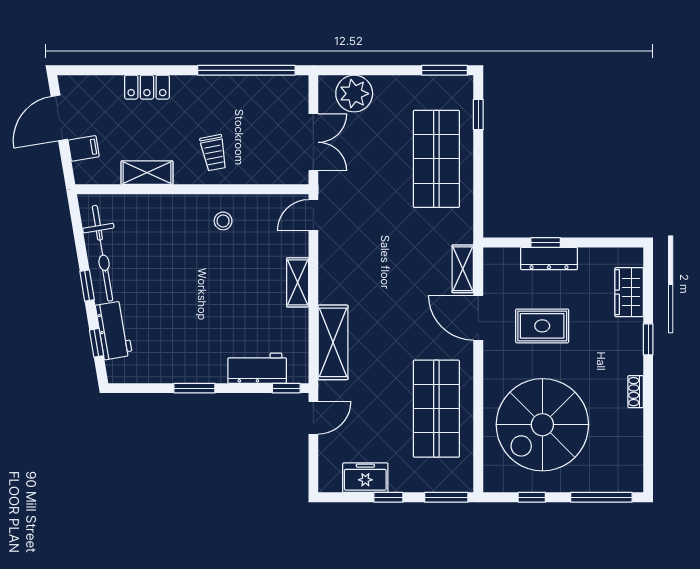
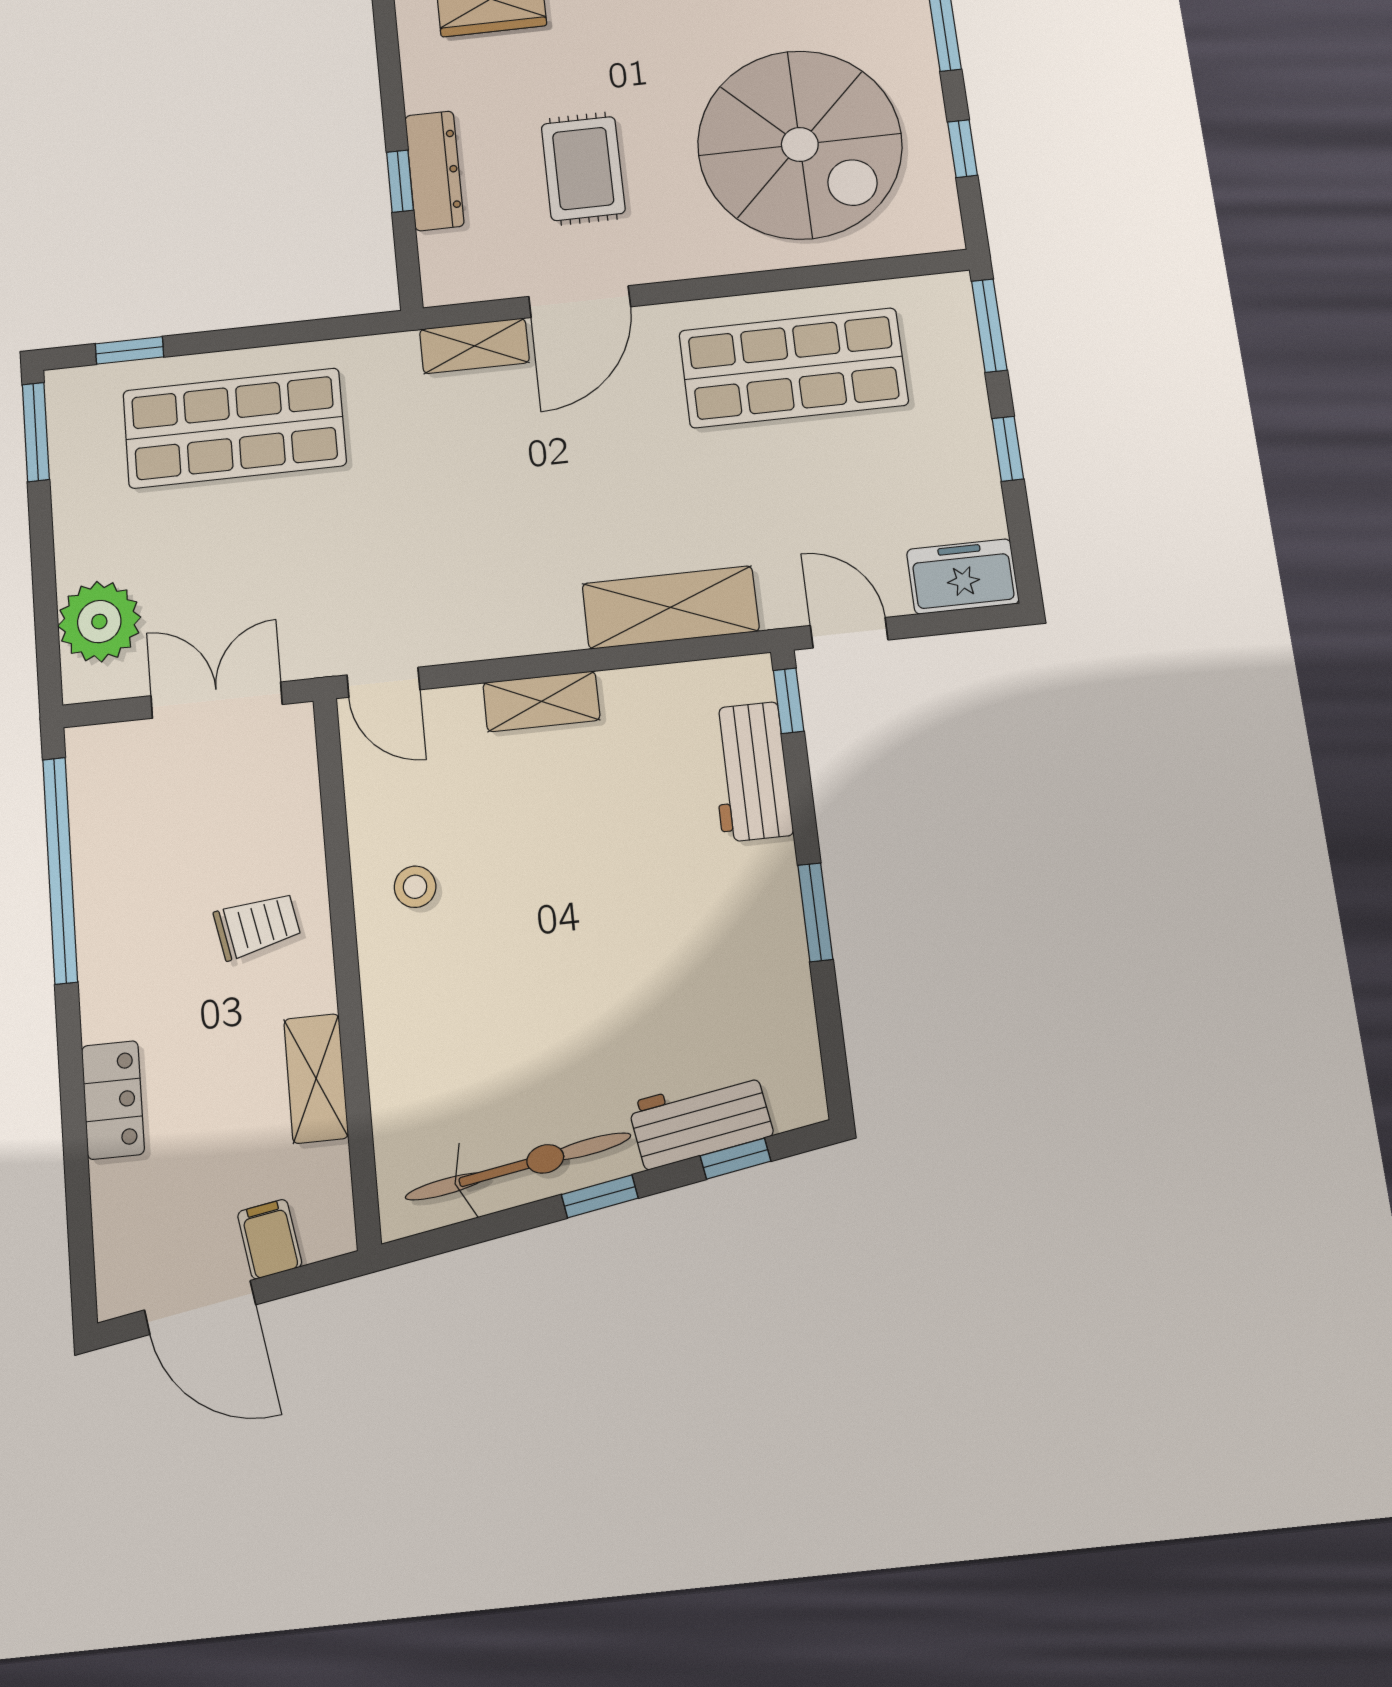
freezer: (365, 478) -> (963, 577), moved, turned 90

